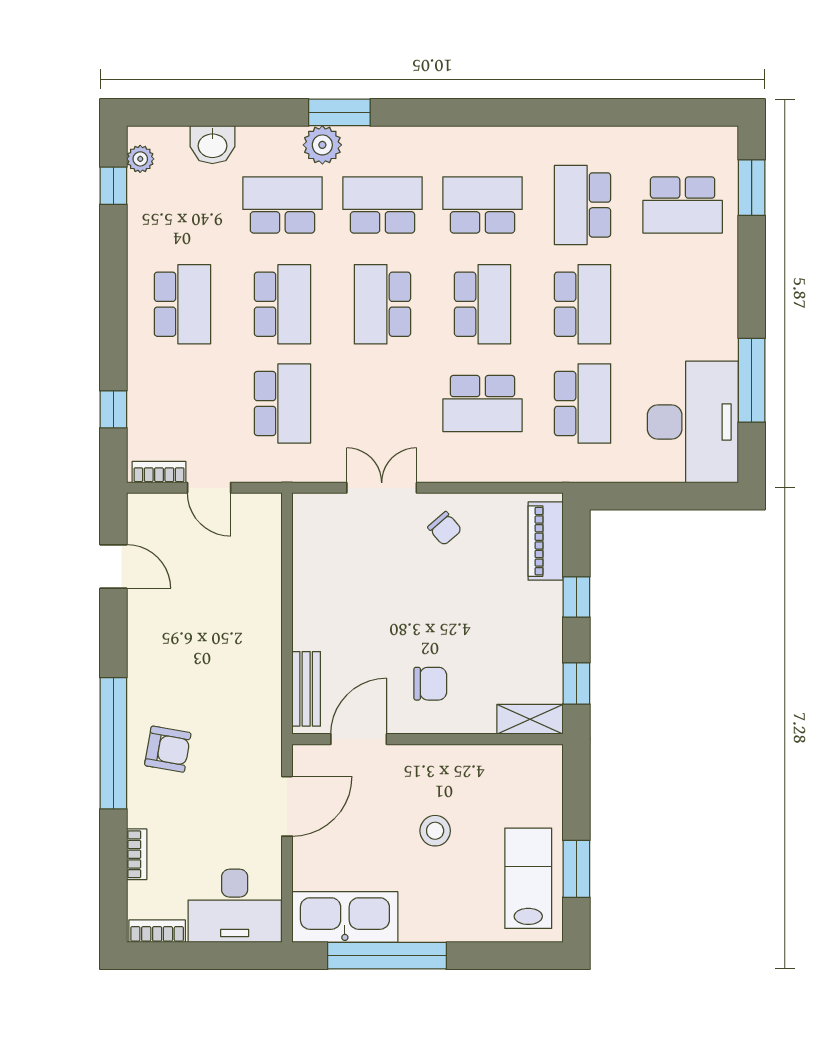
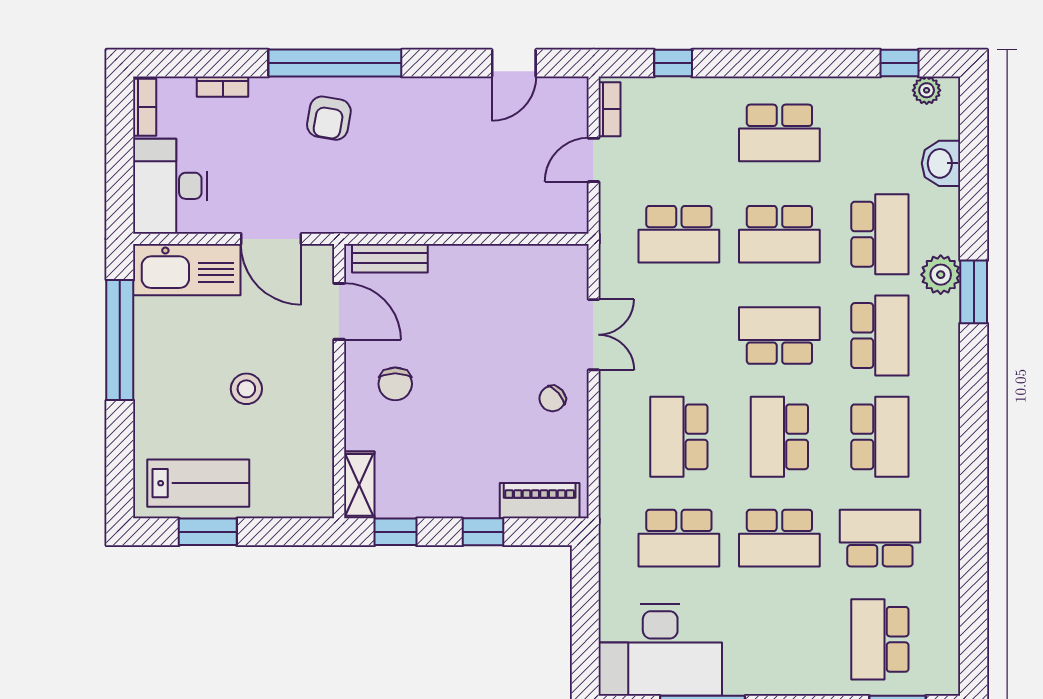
school desk: (483, 304) -> (779, 437), turned 90
kitchen sink: (345, 917) -> (187, 270), moved, turned 90

